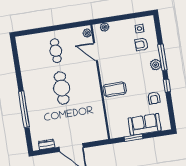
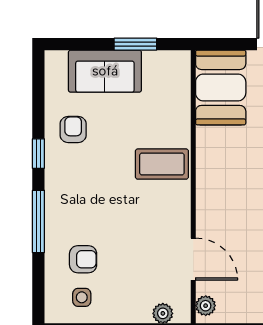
plant: (156, 65) -> (57, 207), removed
booth: (95, 125) -> (221, 87), added

